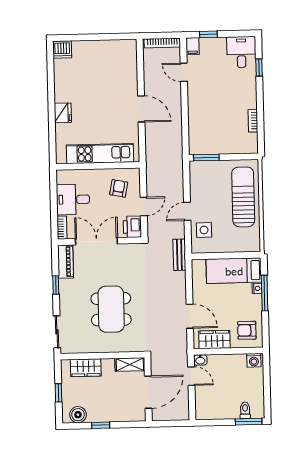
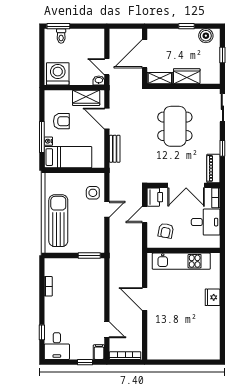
dishwasher: (62, 49) -> (212, 352), removed
sun lounger: (243, 197) -> (58, 221), turned 180
bench: (179, 255) -> (115, 149), moved
armchair: (247, 330) -> (61, 121), moved
washing machine: (254, 360) -> (58, 74), width x1.89, depth x1.89
wardrobe: (86, 368) -> (187, 76), moved

